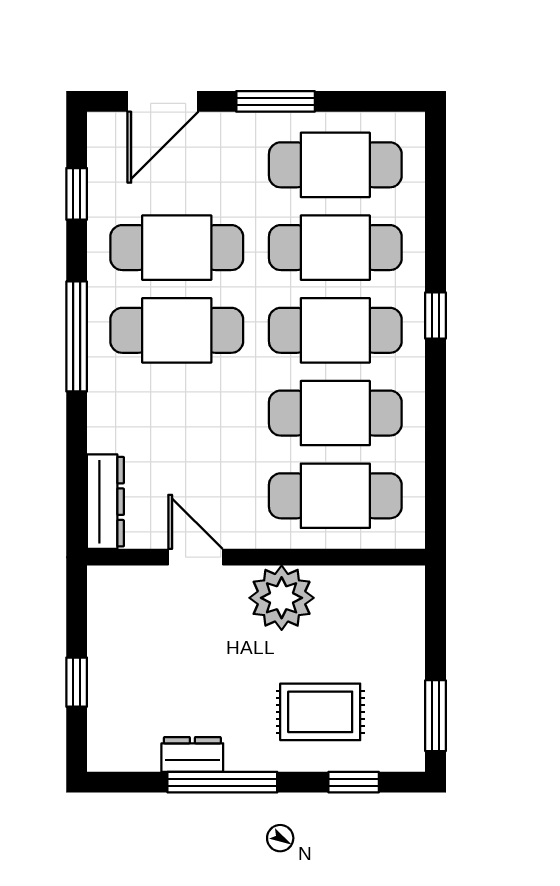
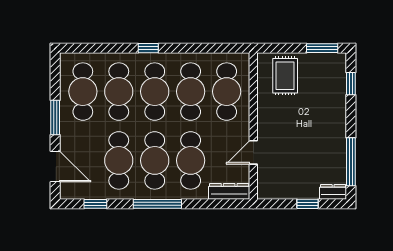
cafe table: (177, 413) -> (191, 160), added
plant: (282, 598) -> (271, 115), removed
rug: (320, 712) -> (285, 76), moved
dresser: (192, 754) -> (333, 192), moved, turned 90
window: (222, 782) -> (351, 162), moved

